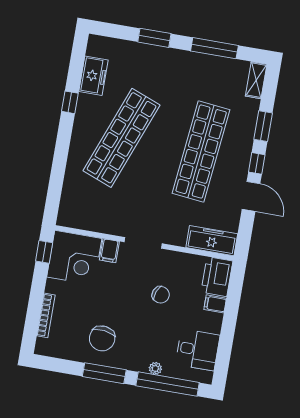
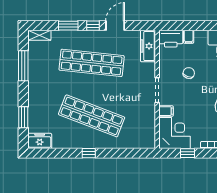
window: (154, 38) -> (23, 117), moved
freezer: (93, 76) -> (40, 141), moved
window: (70, 102) -> (89, 153), moved
window: (44, 252) -> (188, 153), moved

